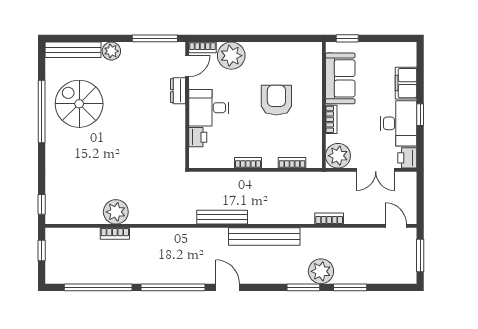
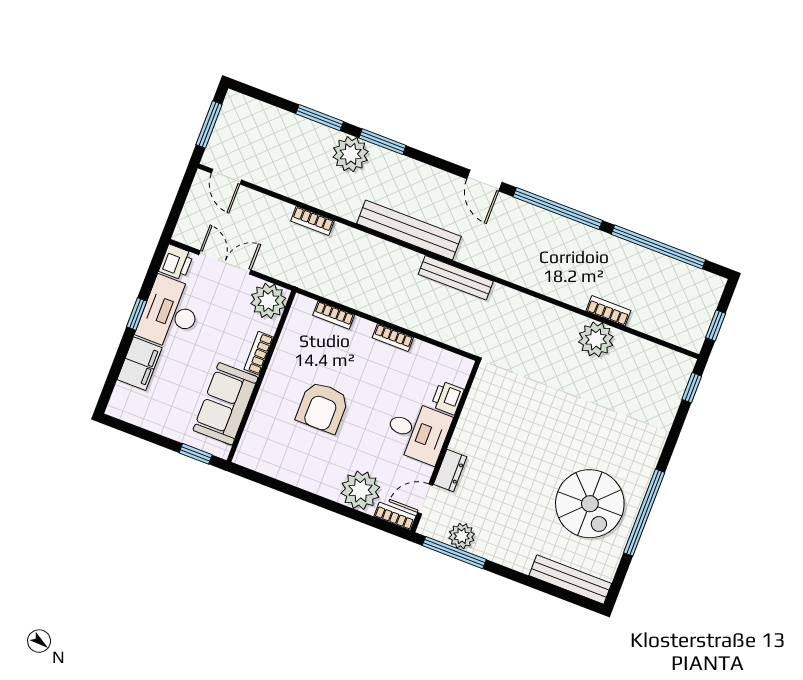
plant: (111, 51) -> (462, 536), moved

